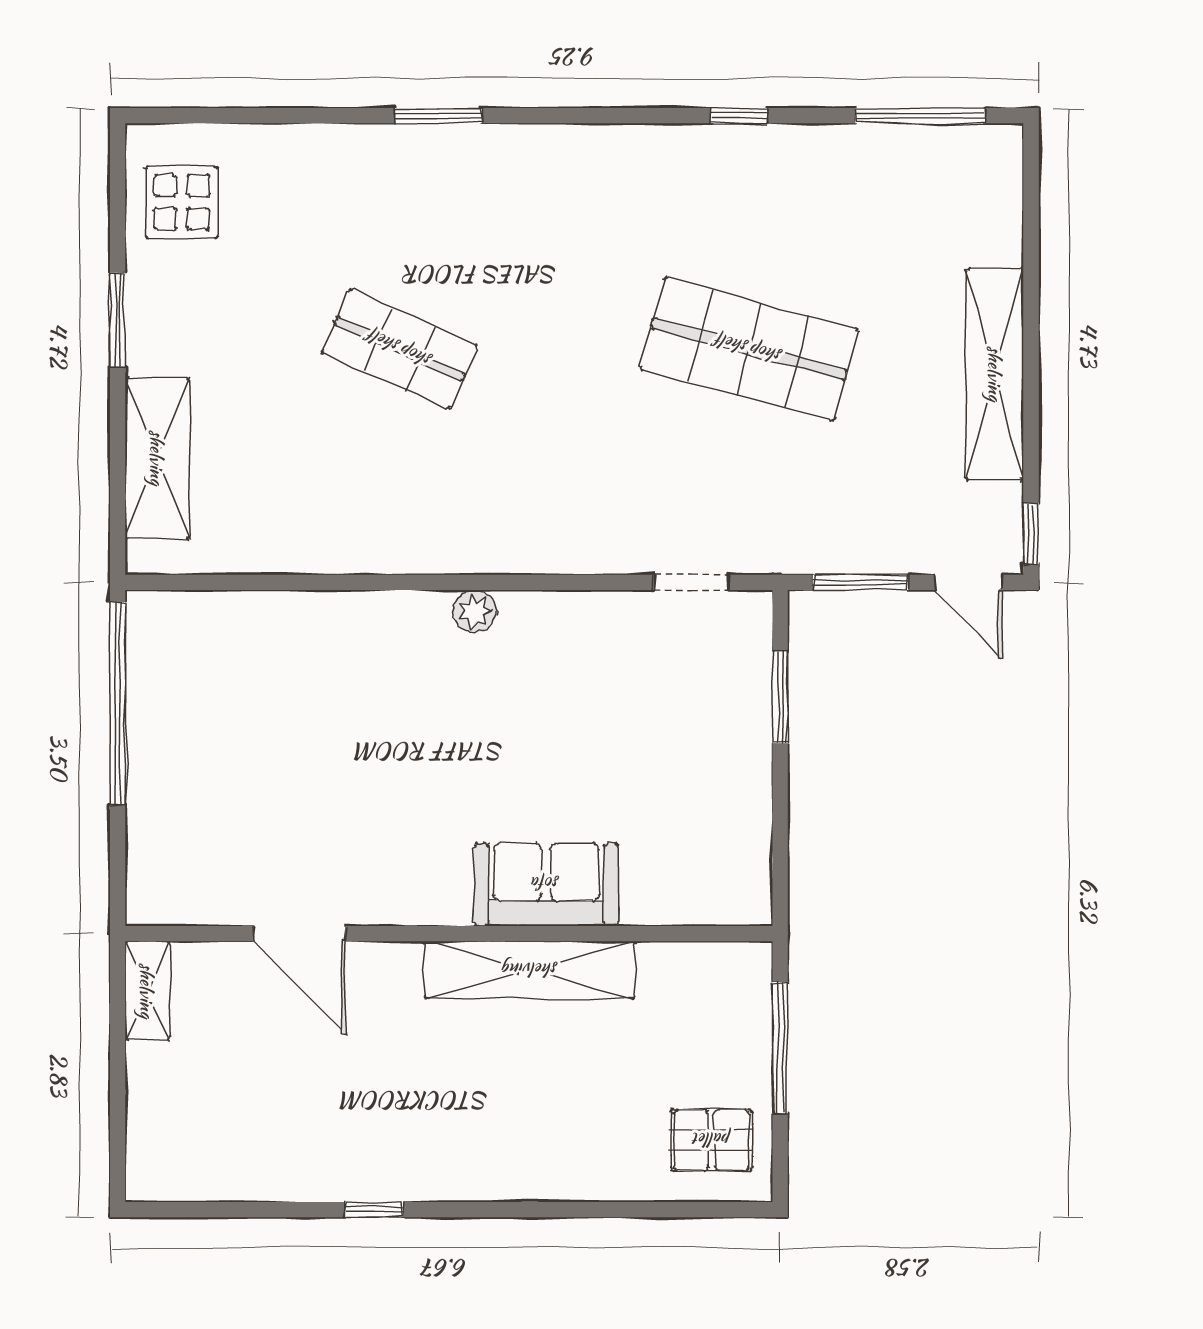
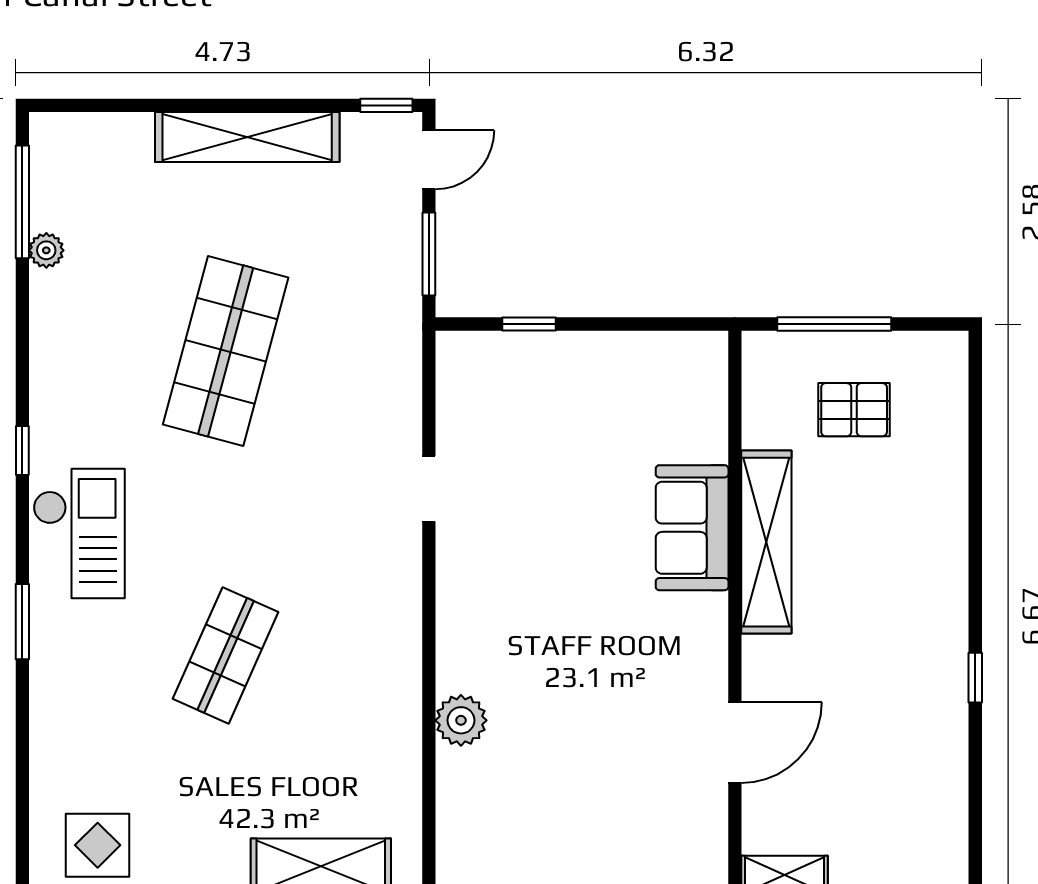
window: (739, 116) -> (22, 451), moved
plant: (865, 143) -> (46, 250), added
checkout: (540, 181) -> (79, 533), added
doorway: (692, 582) -> (429, 489), moved
plant: (475, 611) -> (461, 720), moved, width x1.38, depth x1.38
window: (780, 697) -> (529, 324), width x0.67
pallet: (712, 1140) -> (854, 410), moved, turned 90

